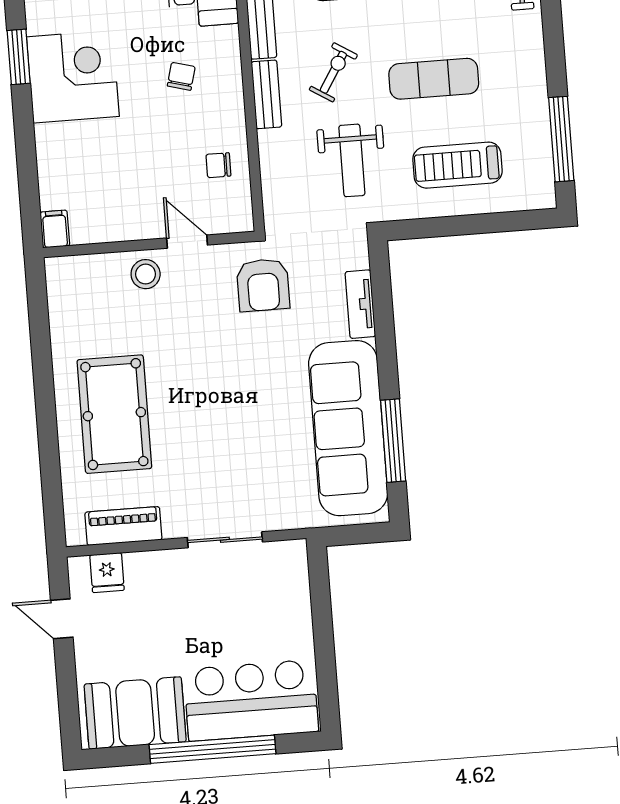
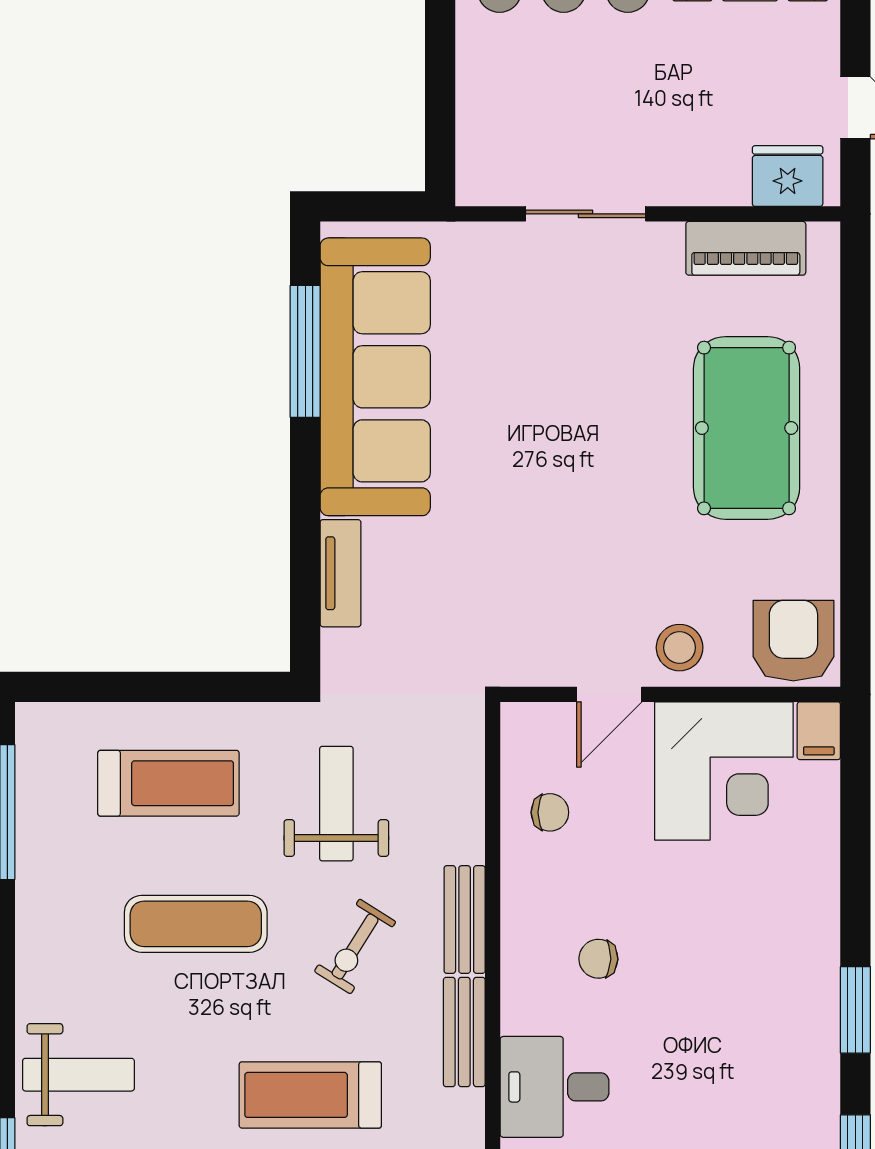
chair: (181, 76) -> (598, 959), turned 77
corner desk: (73, 77) -> (724, 771), moved, turned -90
door: (187, 242) -> (609, 694), hinge flipped
armchair: (263, 285) -> (793, 641), moved
fridge: (107, 573) -> (788, 176), width x1.38

